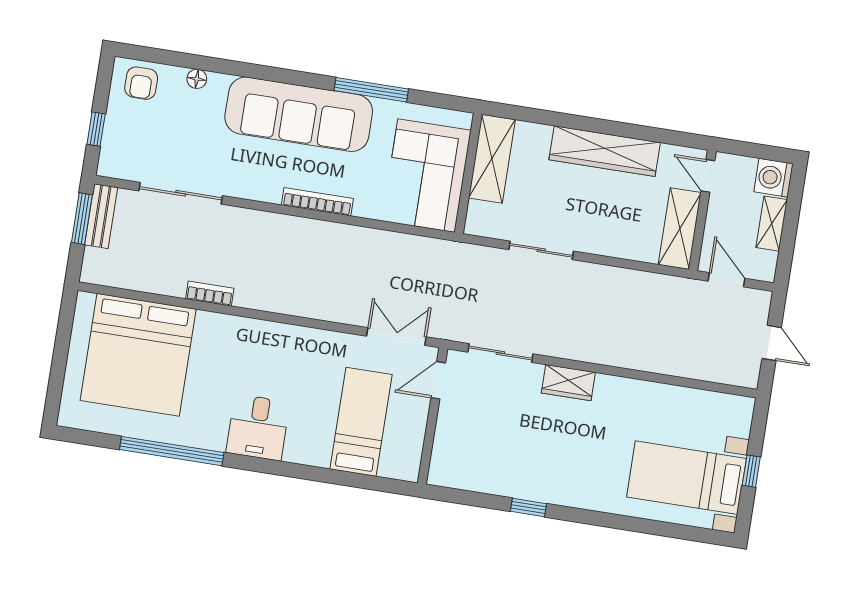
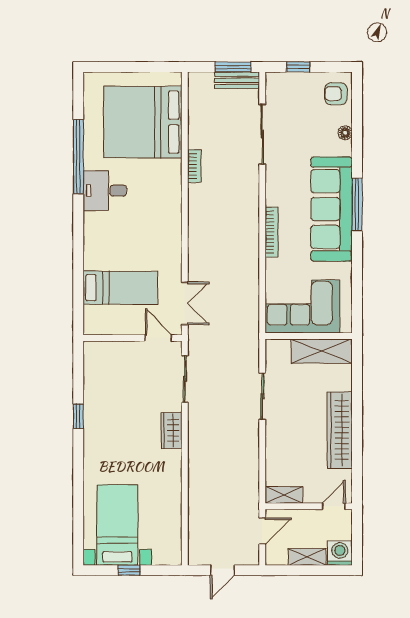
window: (371, 90) -> (357, 204), moved
shelving: (680, 229) -> (284, 495), width x0.67, depth x0.75
desk: (258, 427) -> (105, 191), moved

